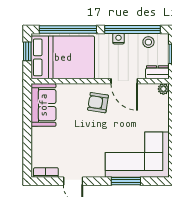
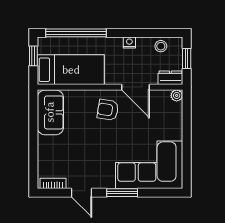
window: (133, 29) -> (144, 33), removed
bed: (63, 57) -> (71, 70), width x0.67
window: (126, 181) -> (122, 193), moved

